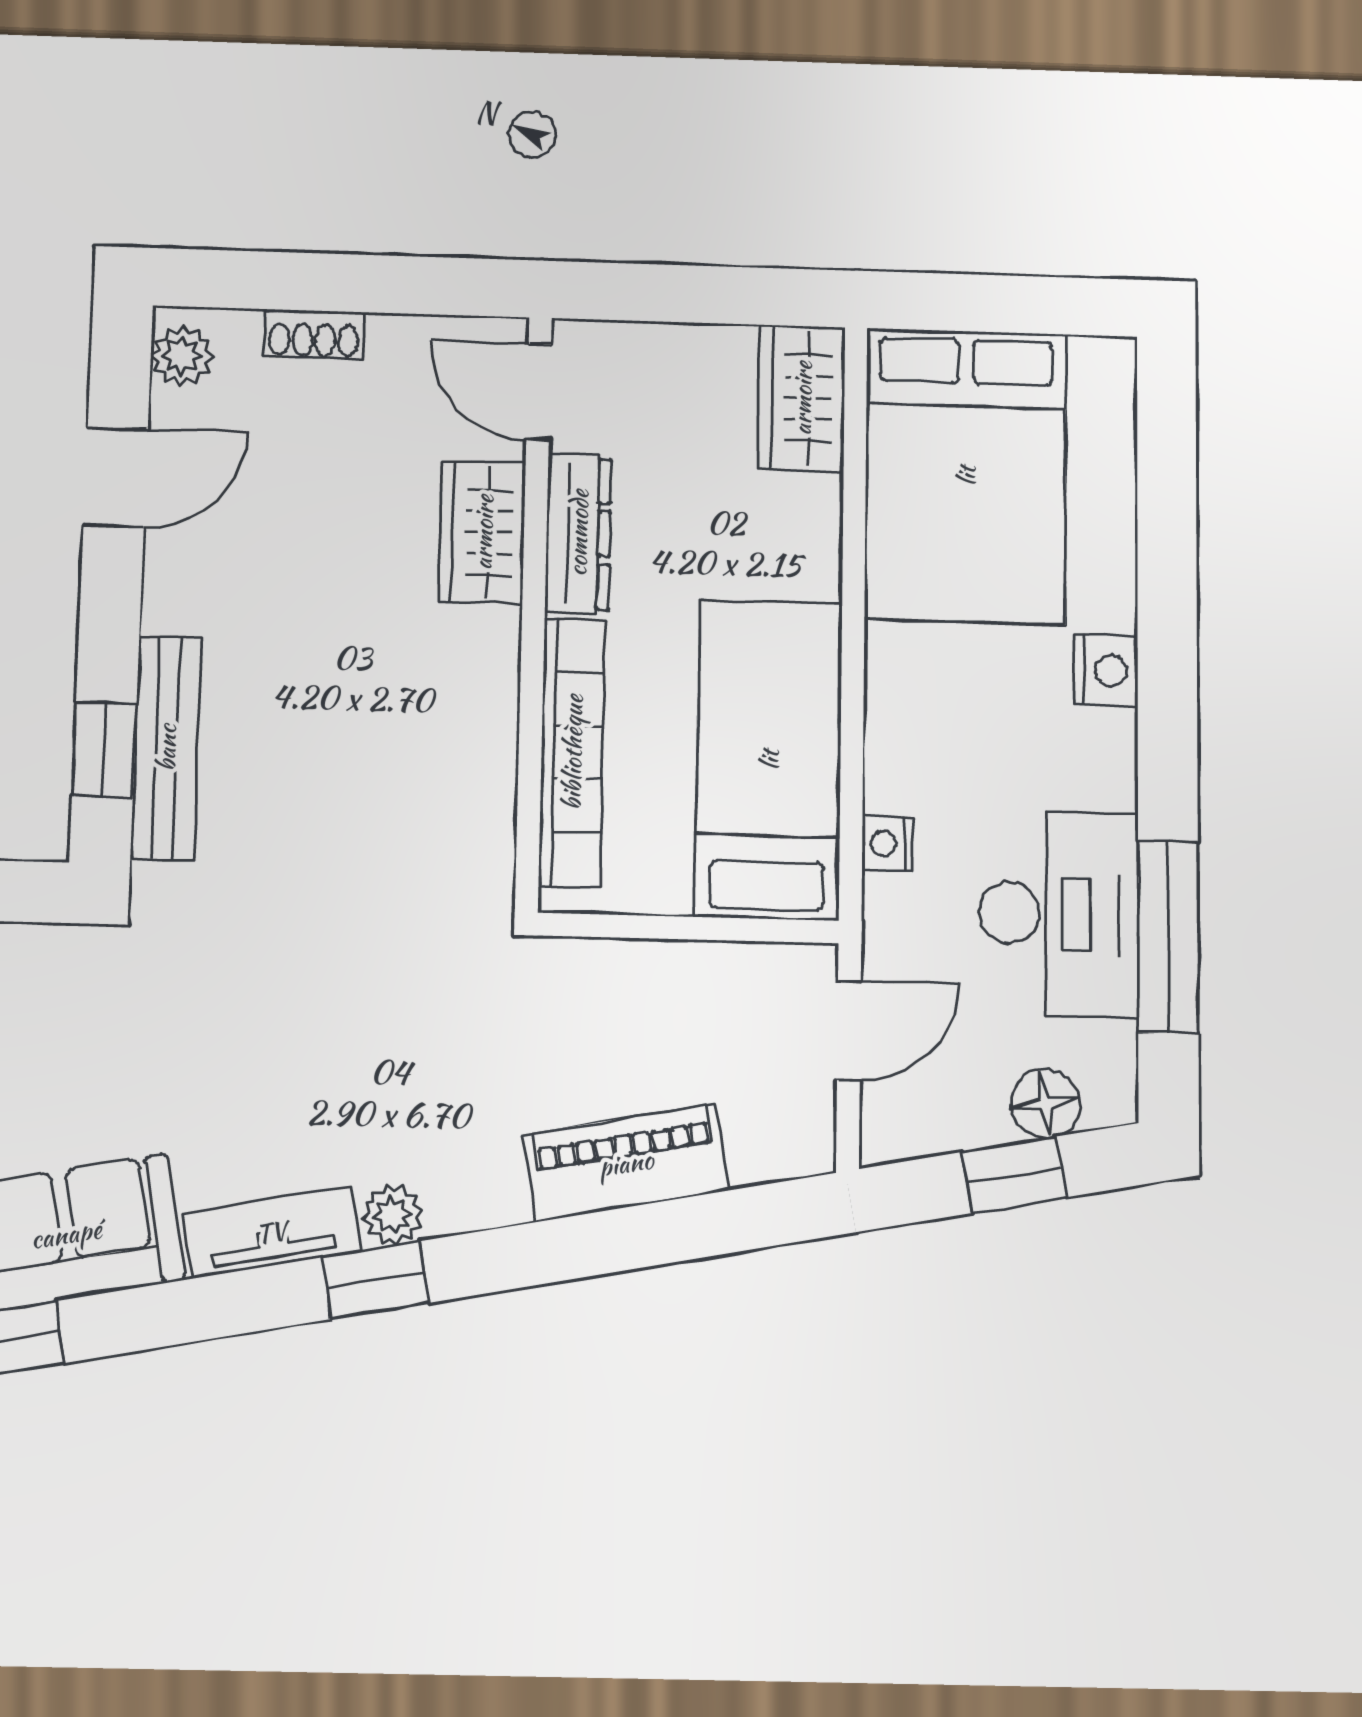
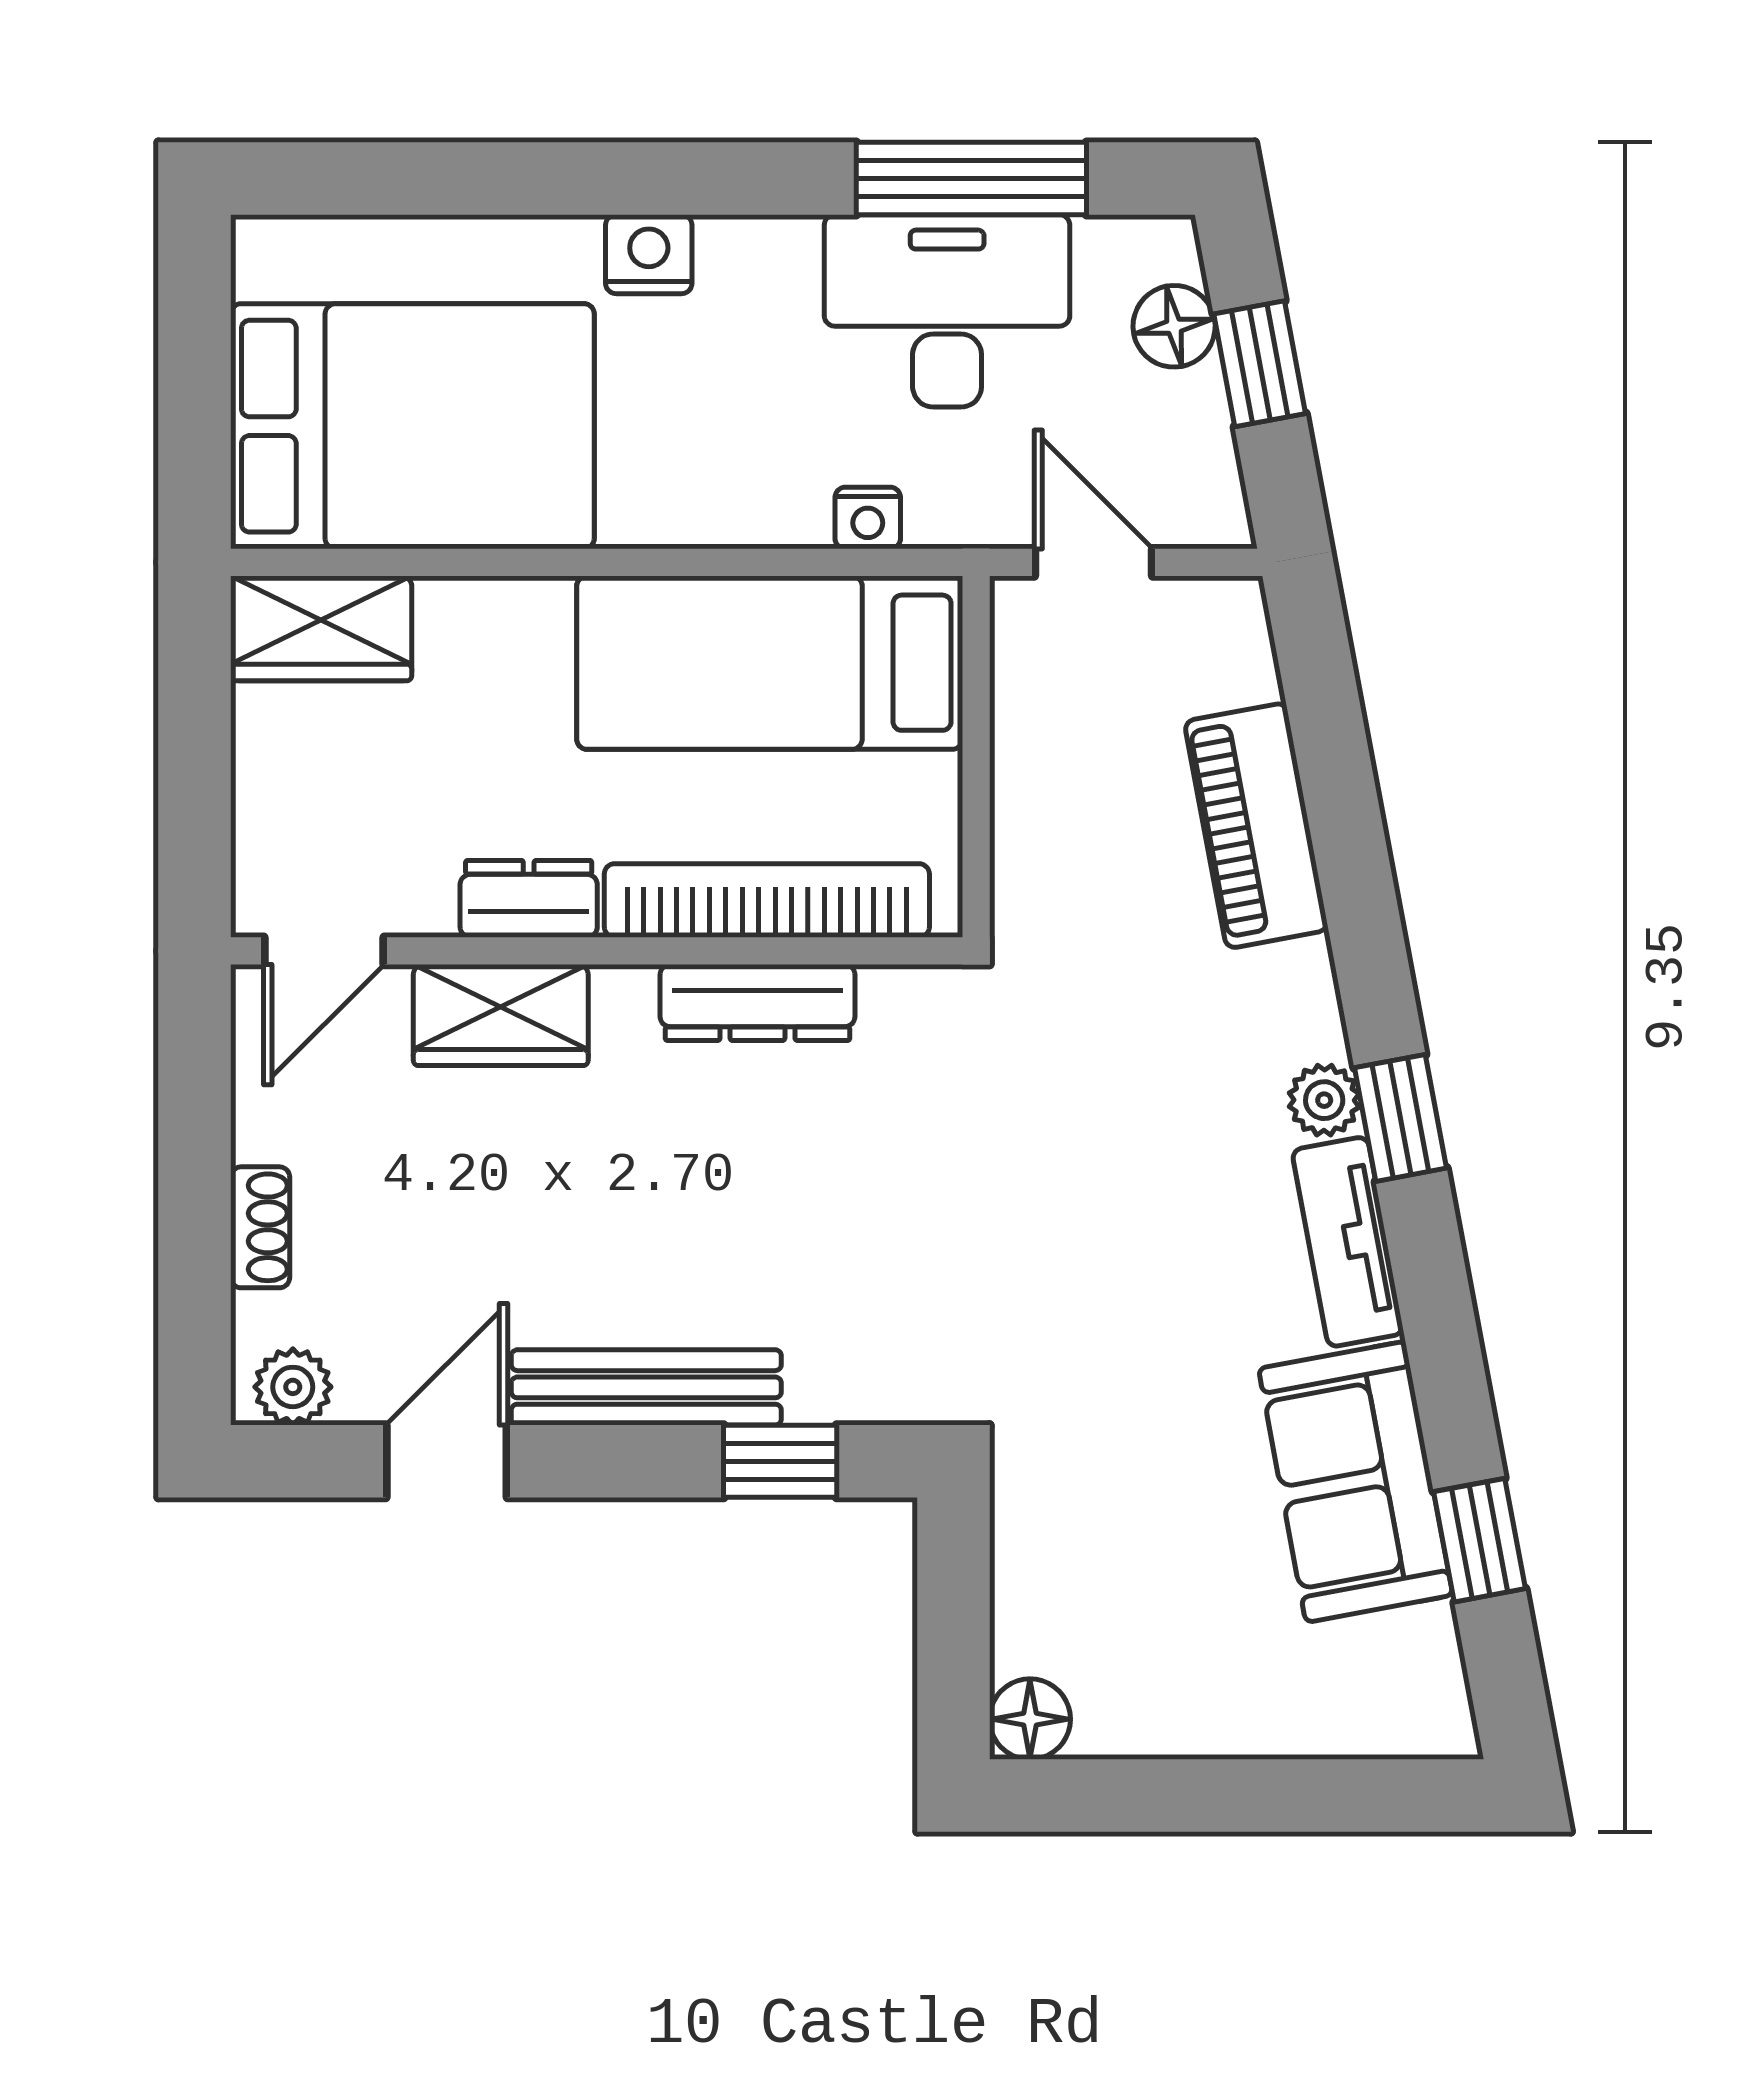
door: (116, 477) -> (447, 1461), hinge flipped
dresser: (578, 533) -> (529, 899), width x0.70
dresser: (487, 742) -> (757, 1003), added
bench: (166, 748) -> (646, 1387), moved

